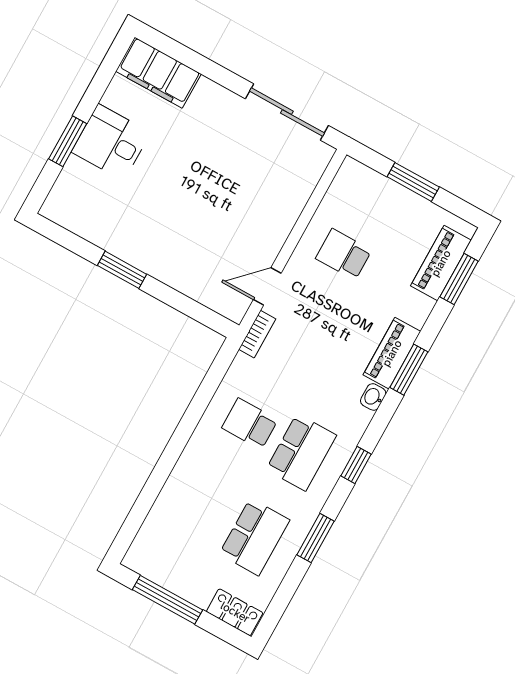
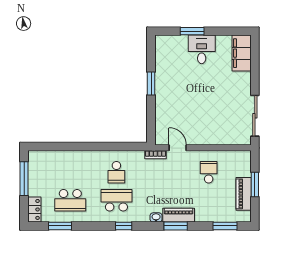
piano: (441, 263) -> (244, 194), moved, turned -90
school desk: (250, 424) -> (116, 172), turned 180
school desk: (301, 452) -> (116, 200), turned 180
window: (316, 538) -> (60, 226), moved

